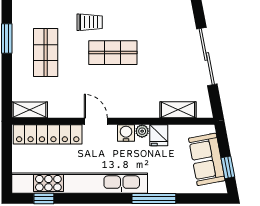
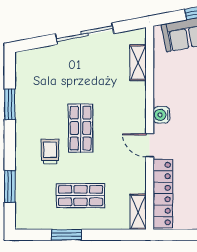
door: (96, 121) -> (150, 145), hinge flipped
plant: (142, 131) -> (160, 99), removed
fridge: (159, 135) -> (164, 82), removed

